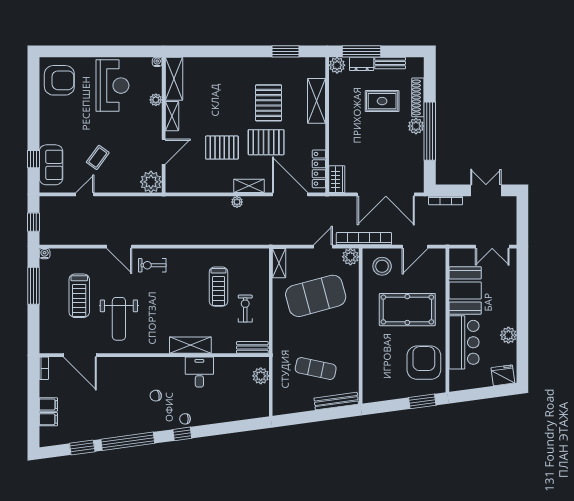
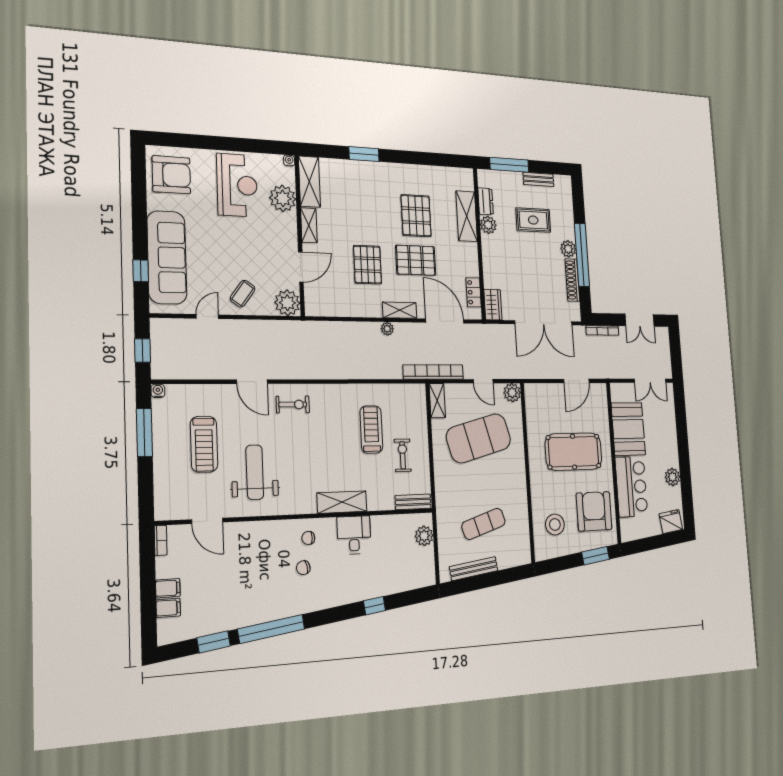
window: (286, 51) -> (364, 154), moved
dresser: (362, 64) -> (486, 201), moved, turned -90
plant: (337, 65) -> (488, 225), moved
shoe rack: (418, 97) -> (572, 280), moved
plant: (156, 100) -> (283, 198), width x1.88, depth x1.88
pallet: (222, 148) -> (367, 265), turned 90
coffee table: (98, 157) -> (243, 294), moved
sofa: (51, 165) -> (167, 257), width x1.85, depth x1.27
locker: (319, 169) -> (474, 292), width x0.66
double door: (486, 190) -> (640, 320), swing flipped
bookcase: (364, 239) -> (433, 372), moved
door: (323, 247) -> (483, 381), swing flipped
exercise bike: (152, 265) -> (293, 404), turned 180
stool: (382, 266) -> (555, 525), moved
treadmill: (219, 287) -> (371, 429), turned 180
weight bench: (119, 319) -> (255, 472), turned 180
door: (80, 355) -> (207, 521), width x0.73
exercise mat: (316, 369) -> (483, 524), turned -30
bench: (336, 401) -> (474, 569), moved
chair: (185, 419) -> (308, 538), moved
window: (182, 434) -> (374, 606), moved

